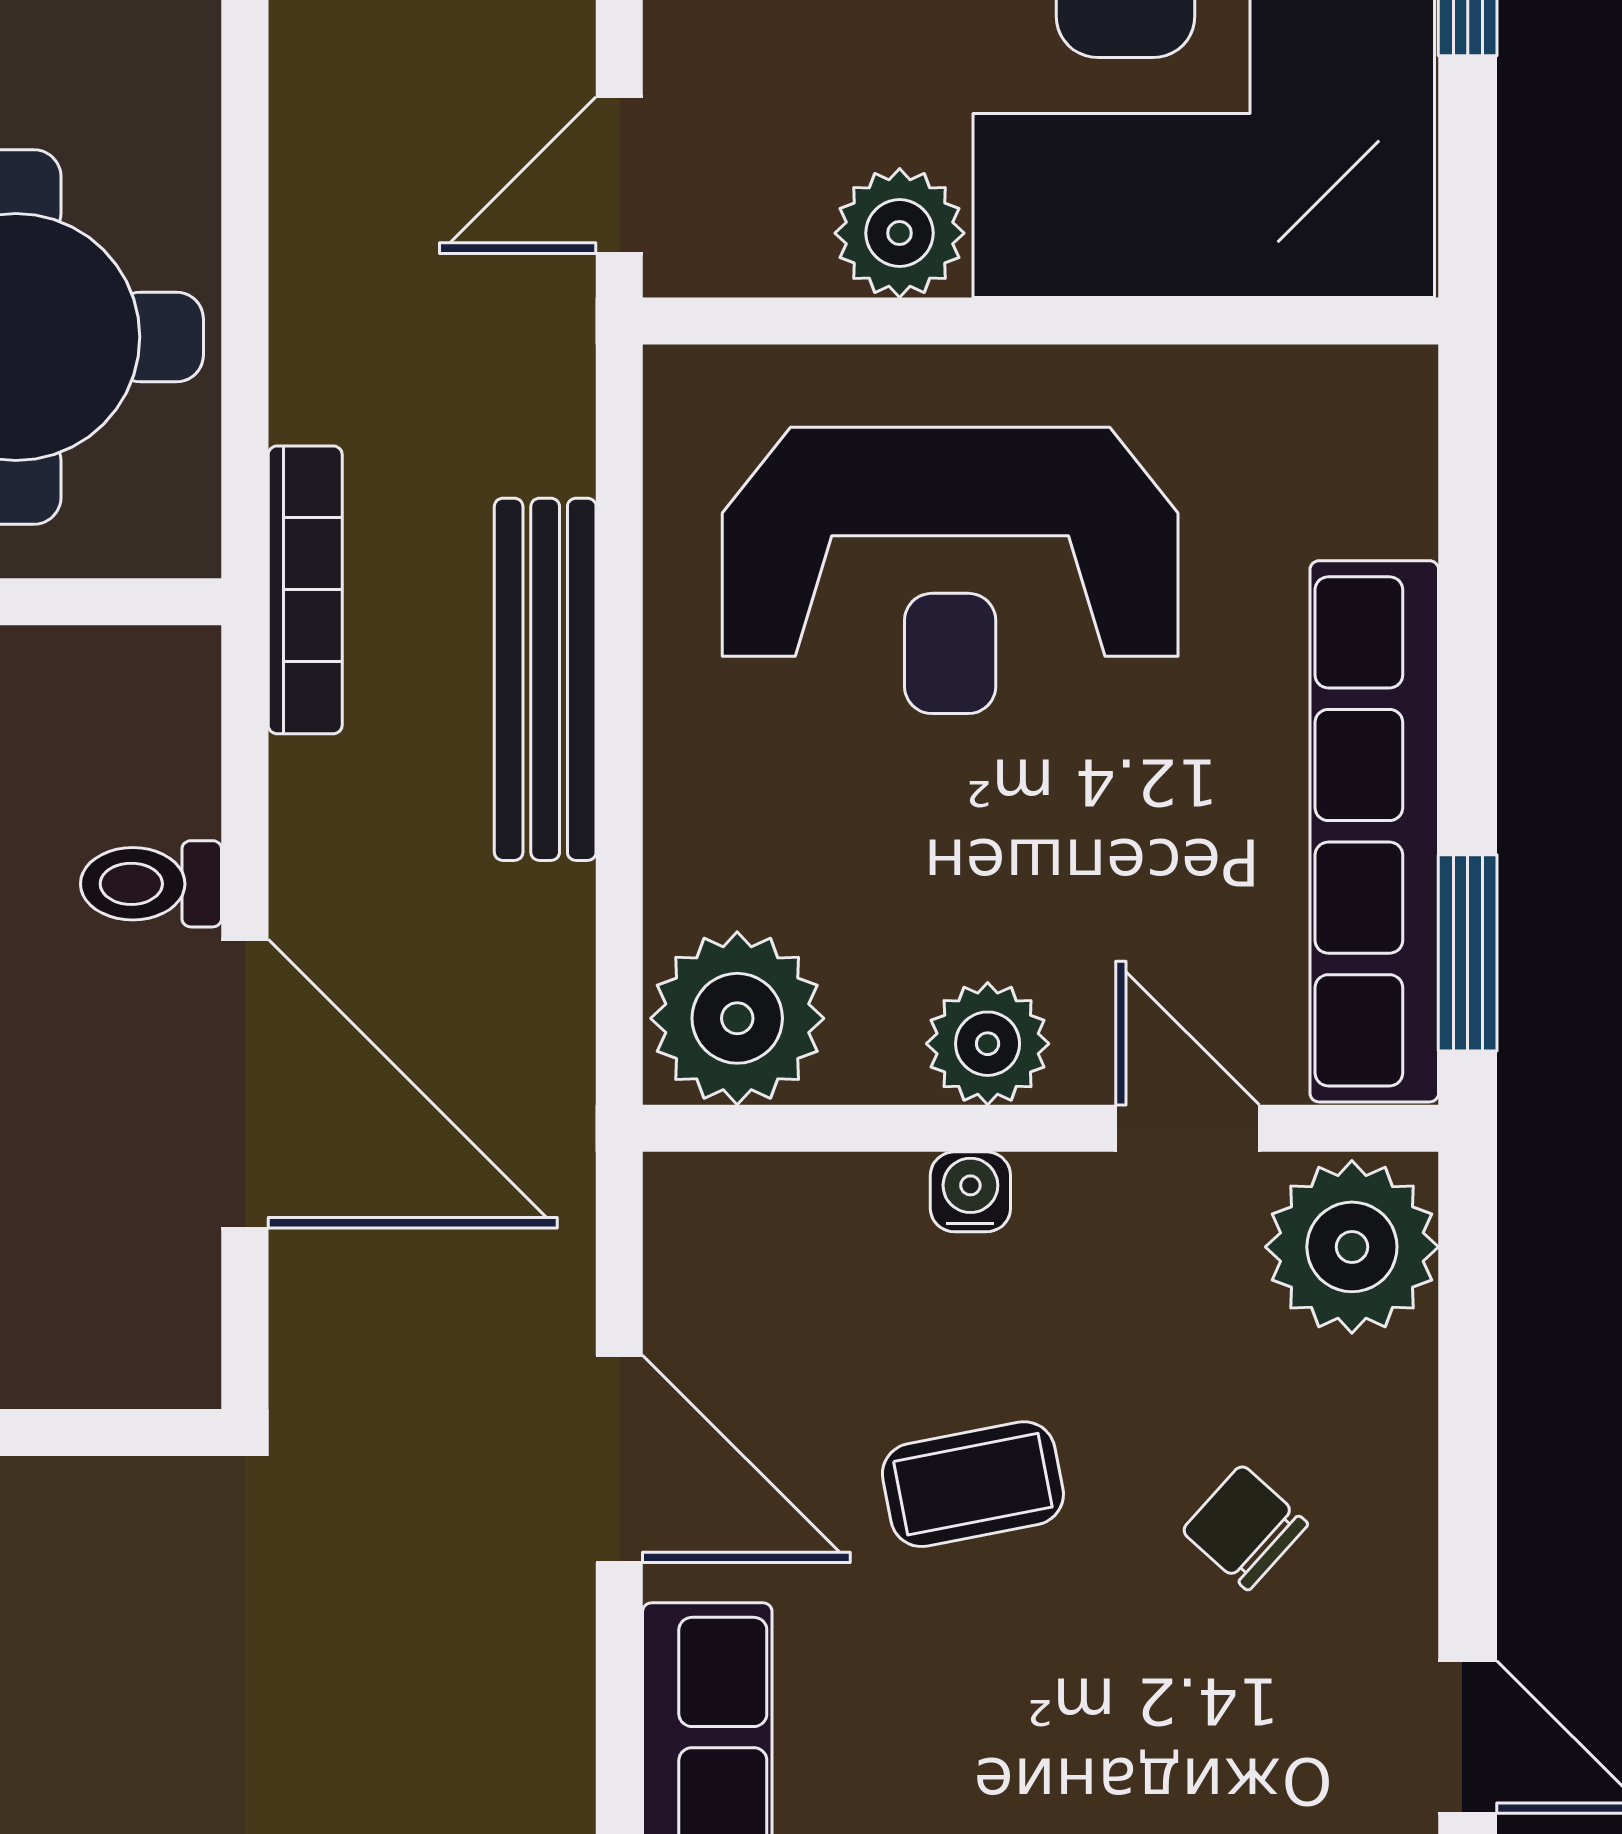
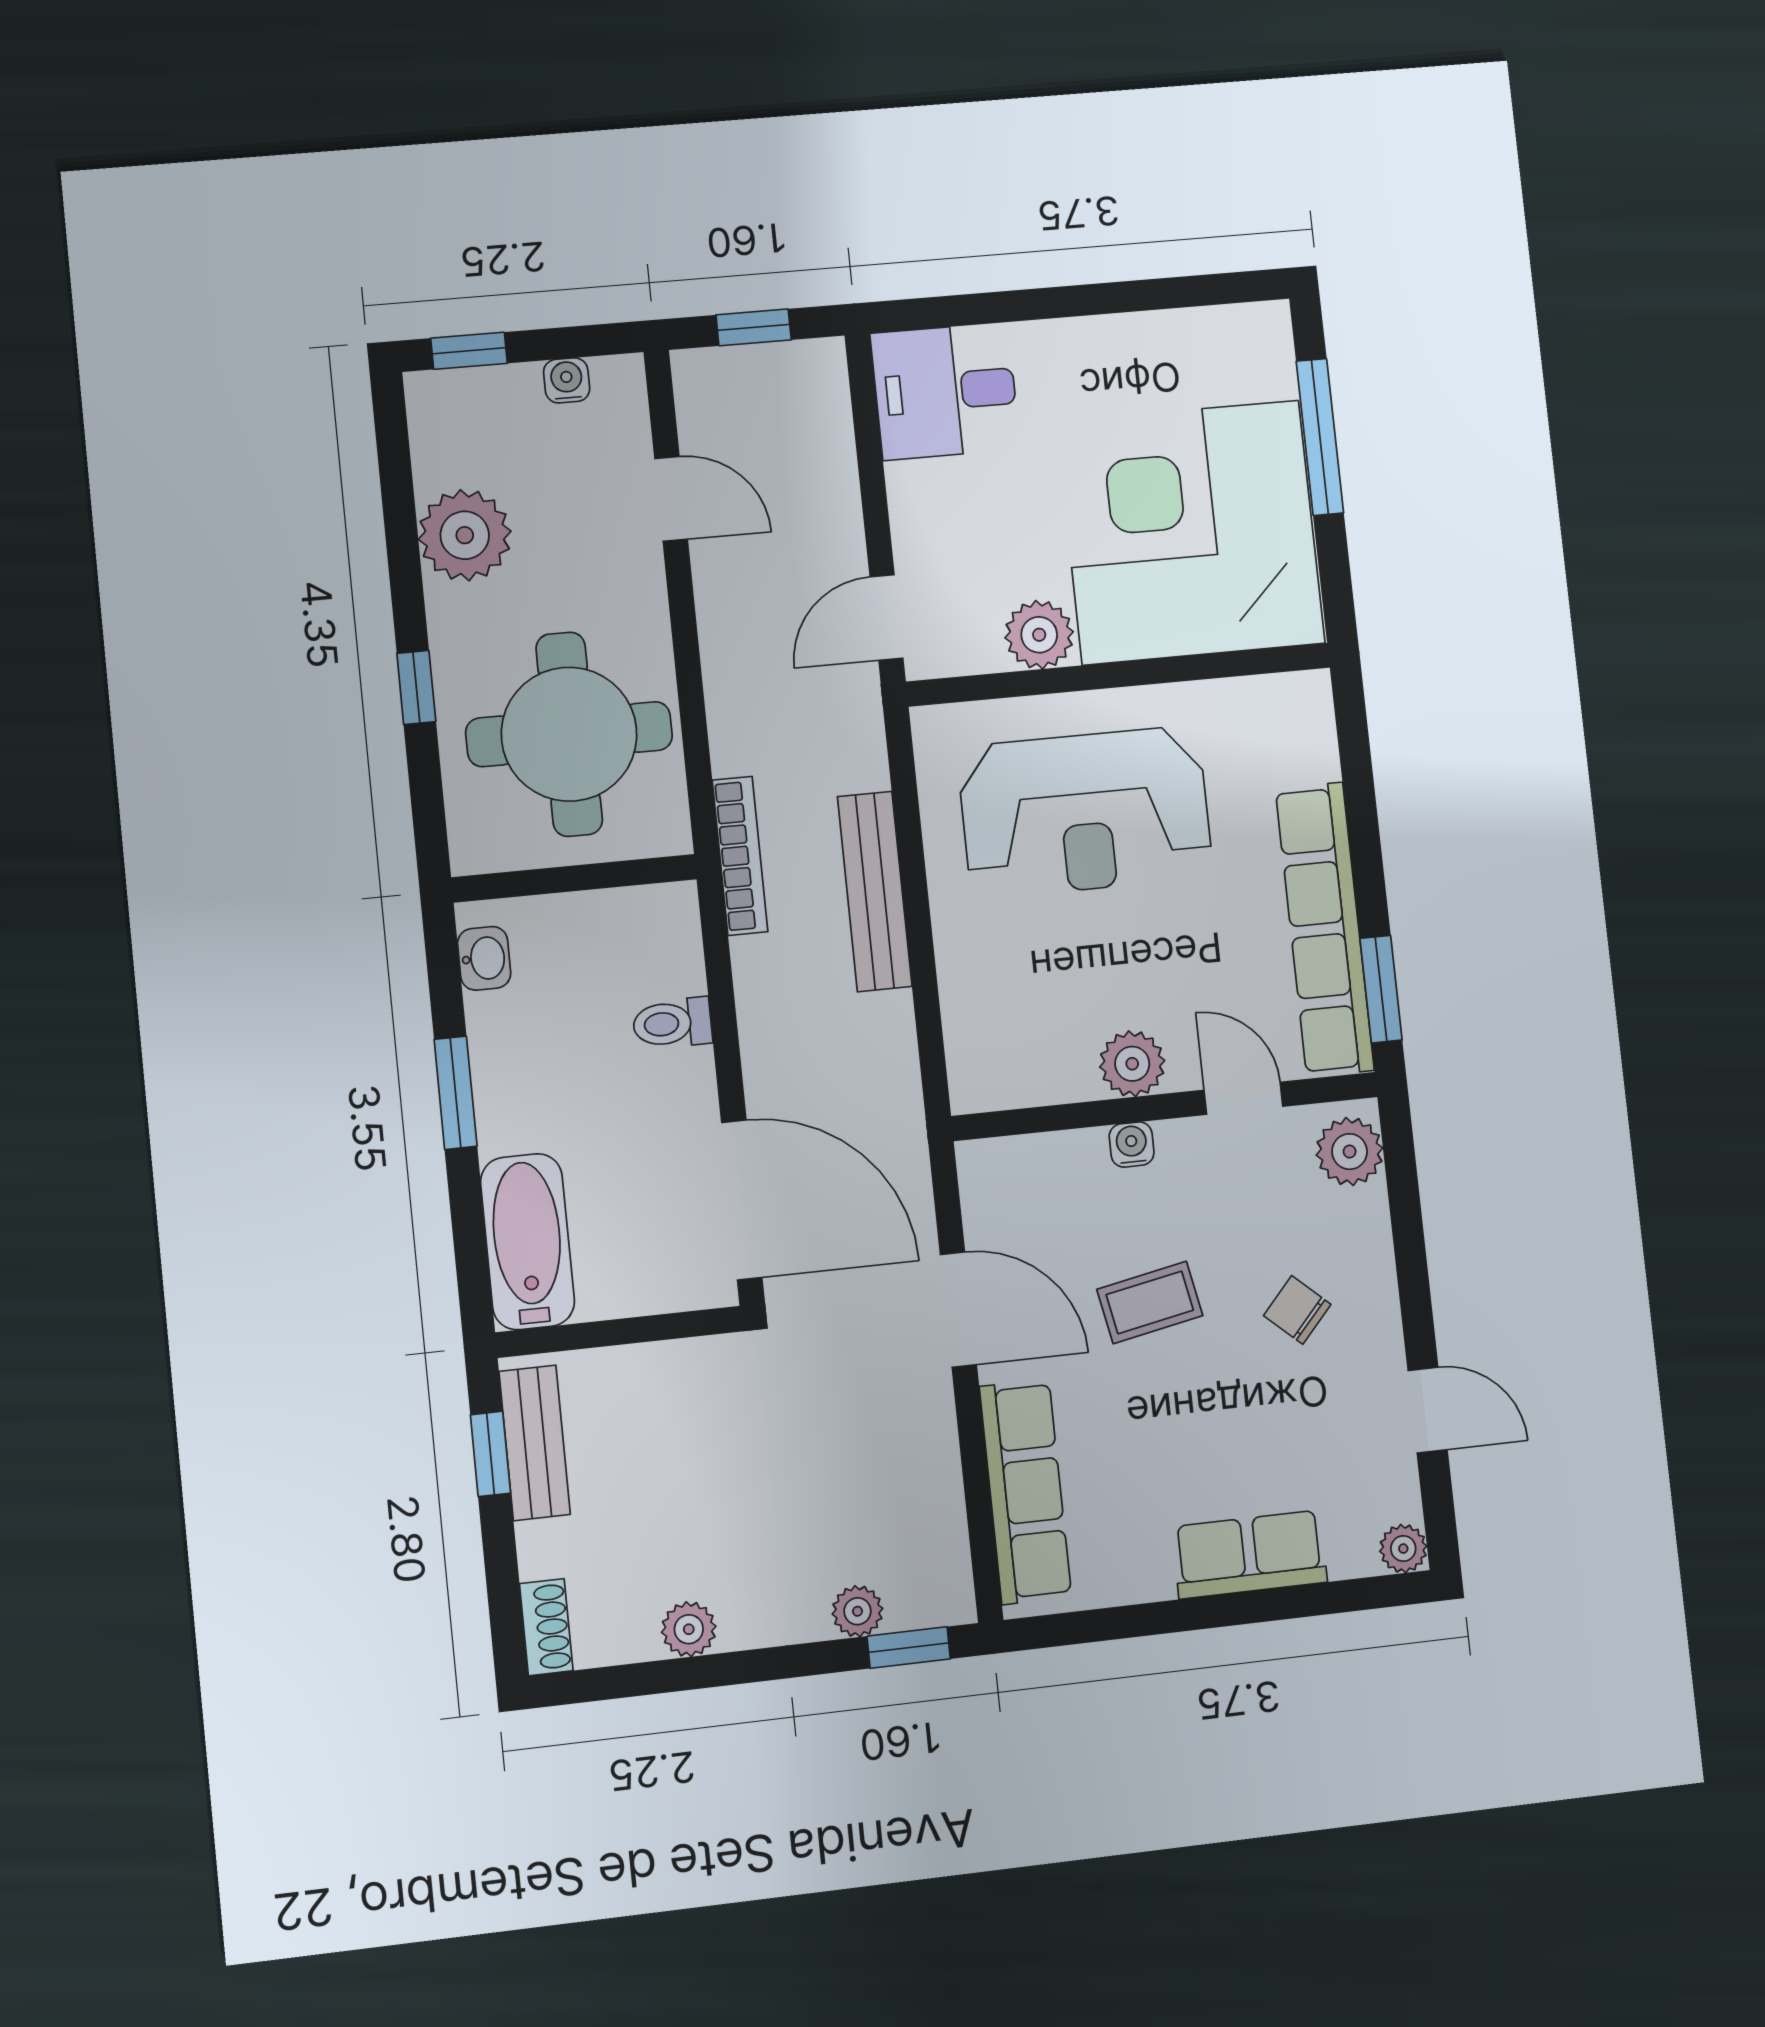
plant: (737, 1018) -> (997, 1064), removed
door: (245, 1084) -> (742, 1200), moved
plant: (1352, 1247) -> (1350, 1152), width x0.73, depth x0.73

